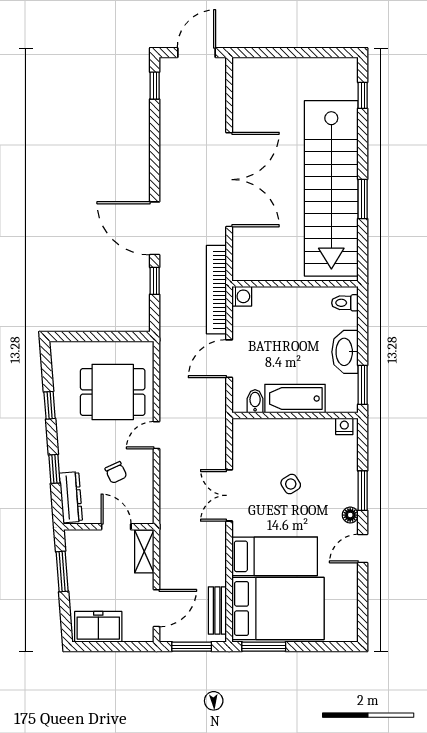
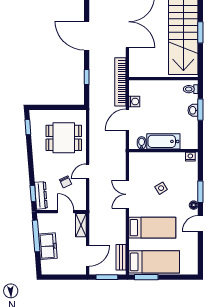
door: (155, 228) -> (87, 36), moved
washing machine: (242, 296) -> (134, 102), moved
washbasin: (345, 352) -> (193, 110), width x0.52, depth x0.69
window: (363, 385) -> (200, 110), moved
window: (50, 405) -> (28, 127), moved
door: (156, 435) -> (88, 171), moved
window: (54, 469) -> (33, 194), moved
window: (62, 571) -> (36, 236), width x1.44
bed: (278, 608) -> (154, 262), width x0.67
freezer: (98, 627) -> (48, 246), moved, turned 86

